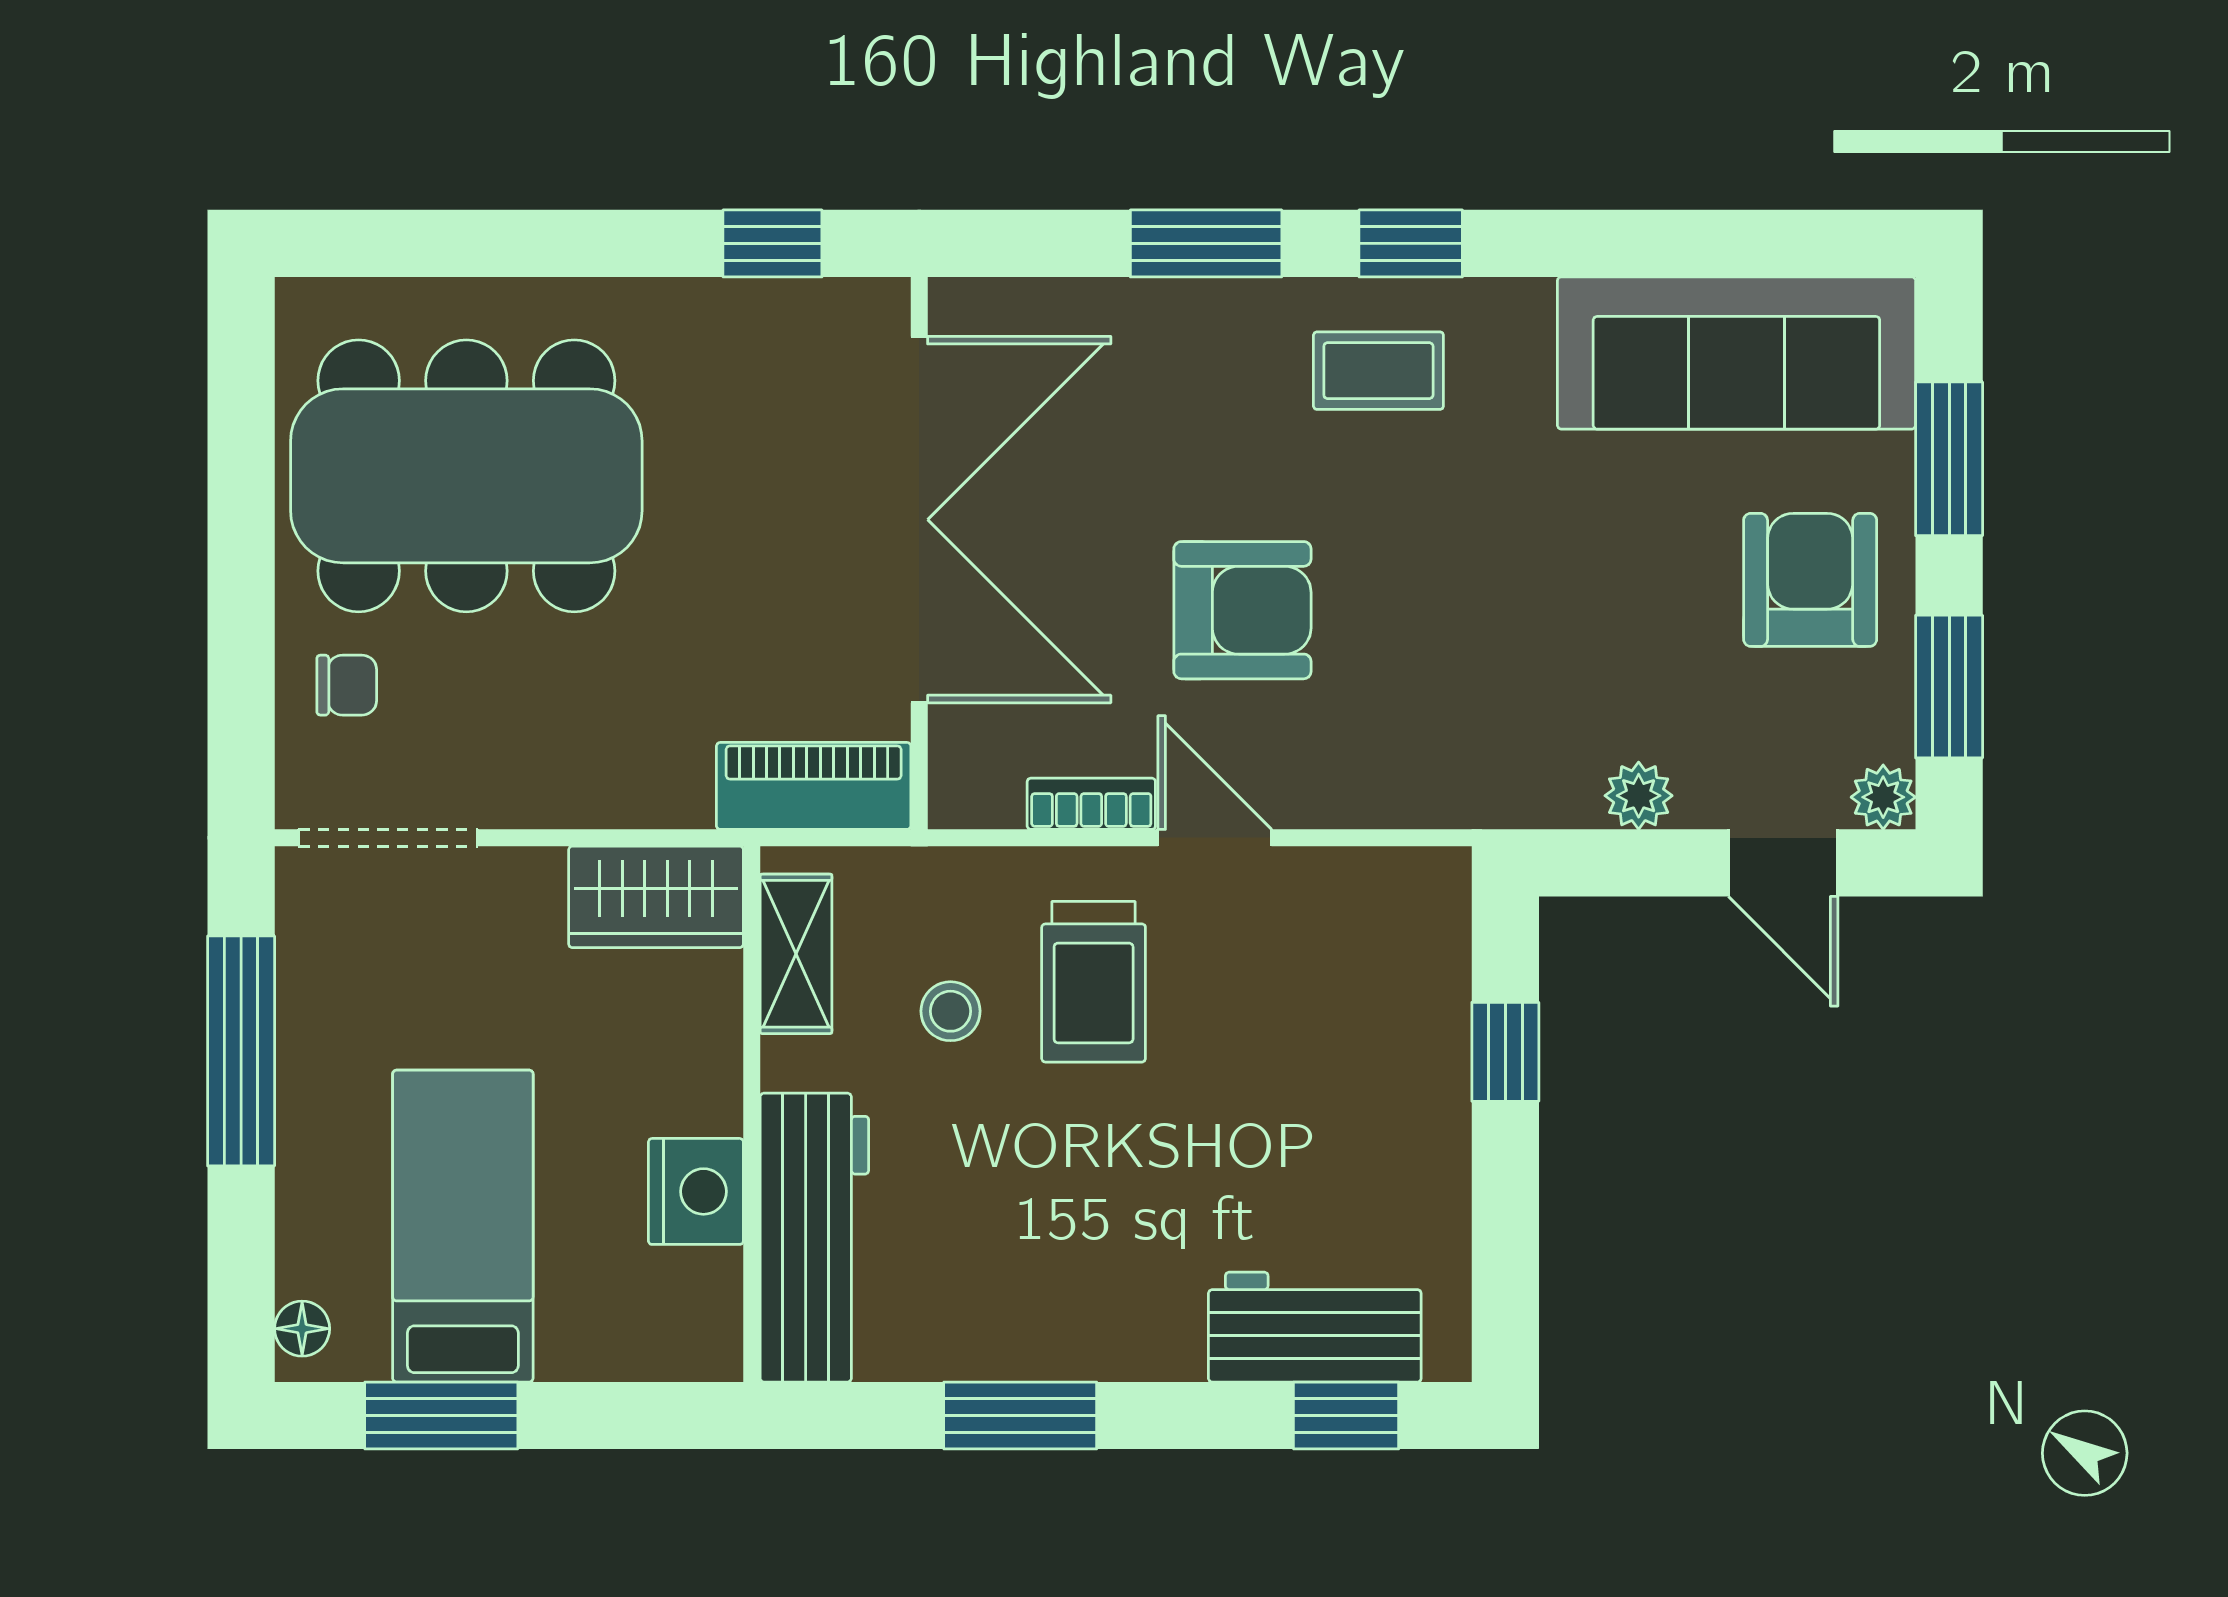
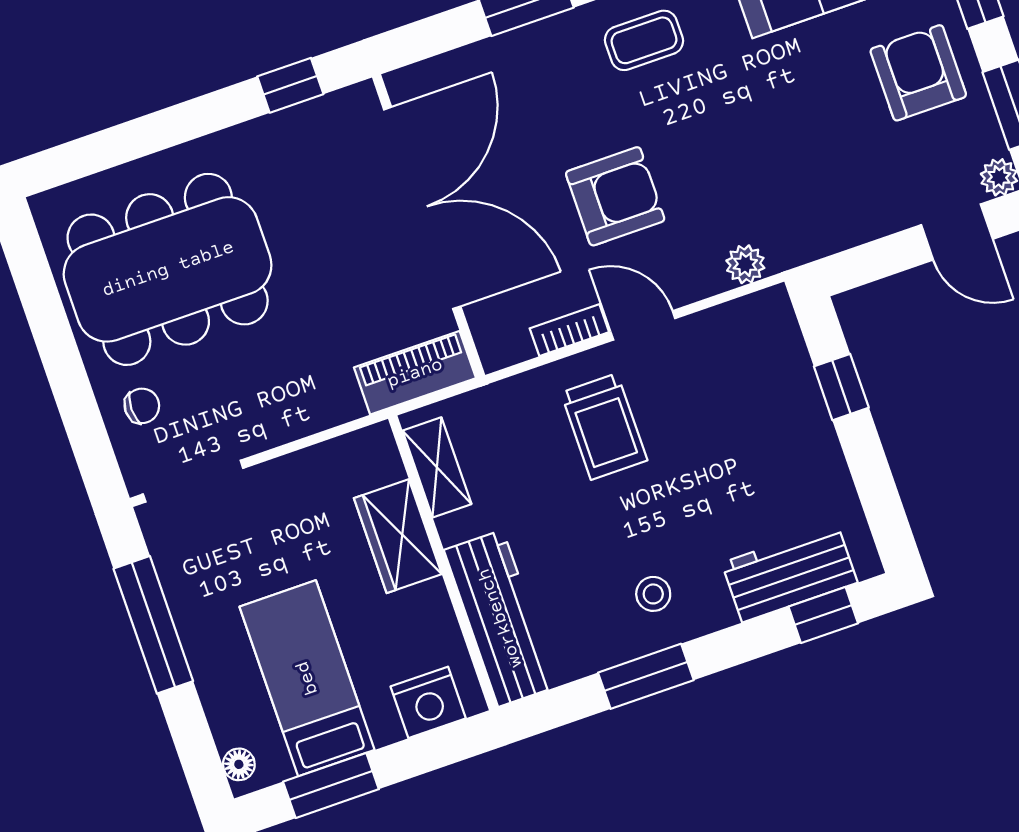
plant: (1639, 796) -> (745, 264), moved
wardrobe: (656, 897) -> (398, 536), moved, turned 90
stool: (950, 1011) -> (653, 594), moved
nightstand: (696, 1191) -> (428, 702), moved, turned 90

